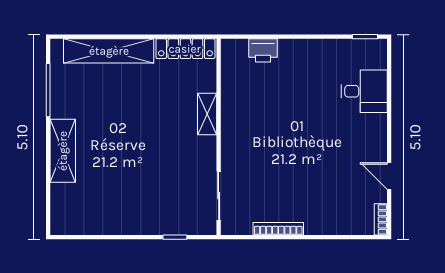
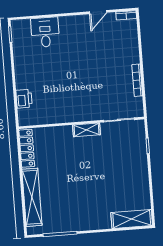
shelving: (207, 114) -> (86, 130), moved
shelving: (63, 151) -> (132, 219), moved

